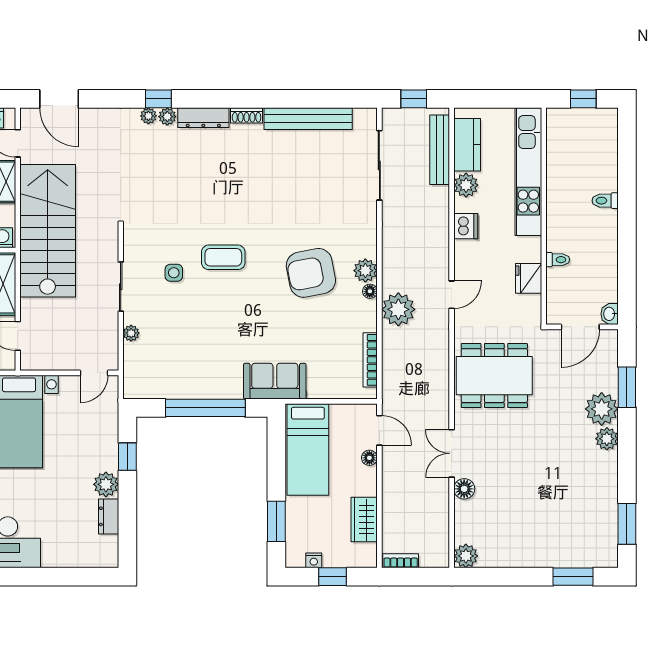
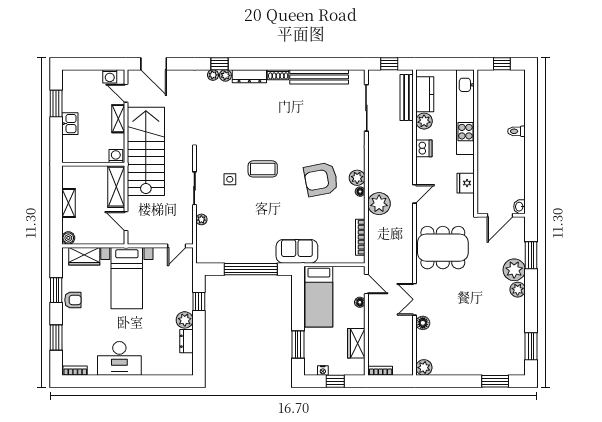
toilet: (558, 260) -> (485, 171), removed

